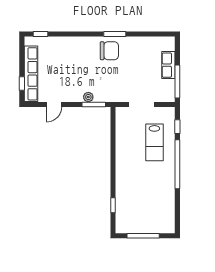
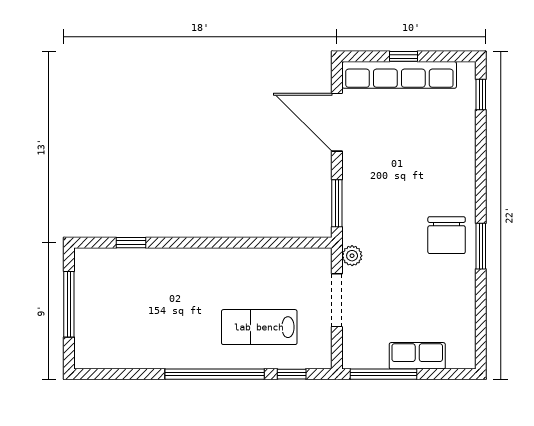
window: (22, 84) -> (404, 56), moved
plant: (88, 97) -> (352, 256), moved
door: (54, 104) -> (337, 122), width x1.88

